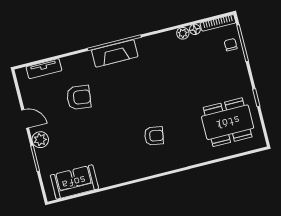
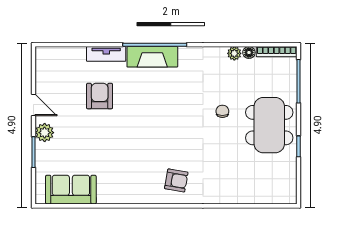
chair: (231, 45) -> (222, 111), moved
tv unit: (44, 69) -> (106, 54), moved
armchair: (79, 97) -> (100, 96), turned -97
dining table: (228, 122) -> (269, 125), moved, turned 90
armchair: (154, 136) -> (176, 180), moved

